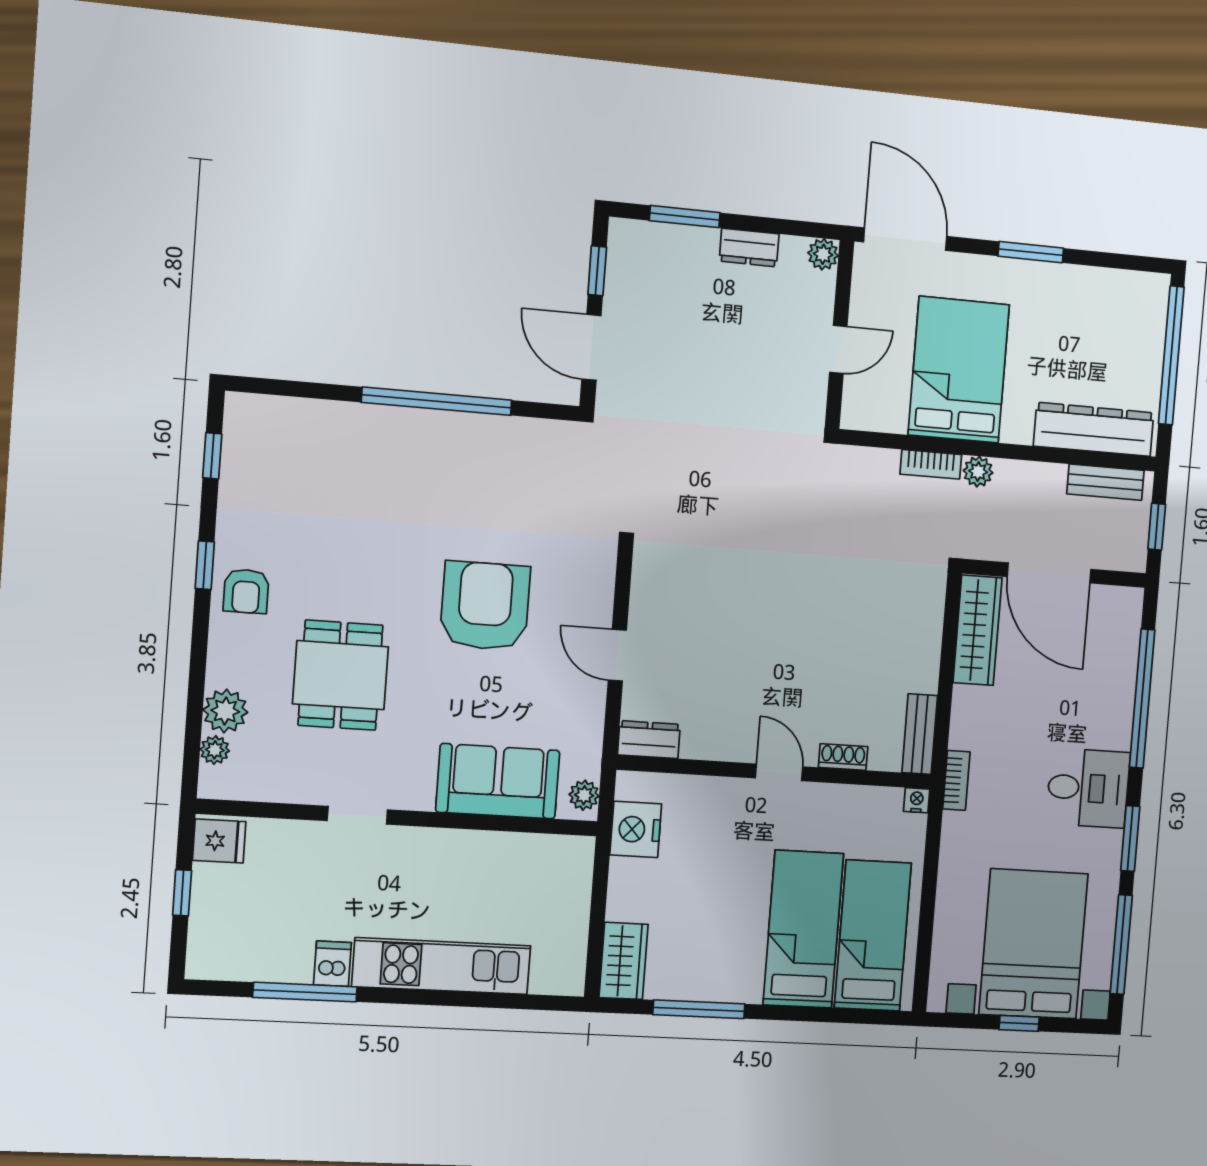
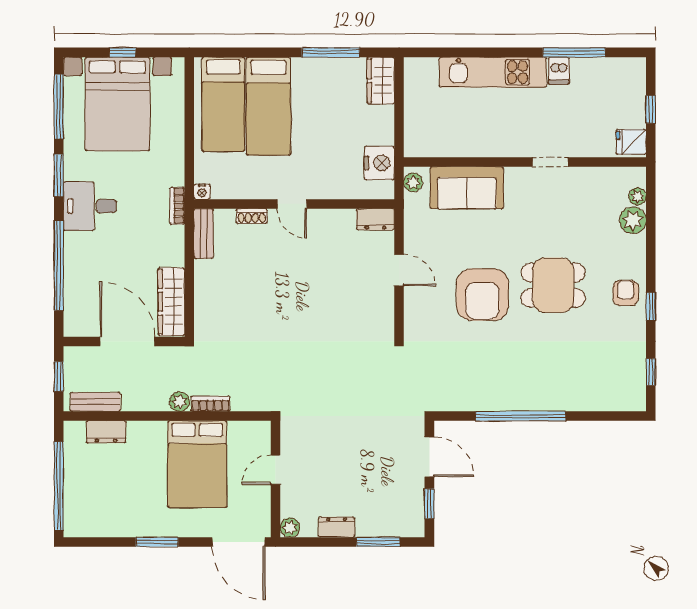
dresser: (1094, 429) -> (106, 432), width x0.51, depth x0.80
dining table: (341, 675) -> (553, 285), moved, turned 90

